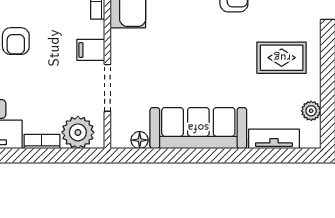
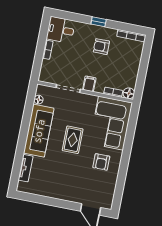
rug: (282, 58) -> (73, 140), moved
plant: (311, 111) -> (36, 190), removed
plant: (78, 132) -> (49, 69), removed

